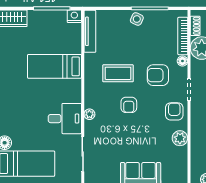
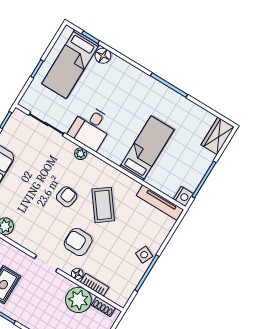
bookcase: (183, 36) -> (95, 285), width x0.64
coffee table: (118, 73) -> (103, 205), turned -37
armchair: (158, 75) -> (78, 242), turned -90
armchair: (129, 105) -> (67, 197), turned 99
armchair: (174, 111) -> (34, 237), removed

